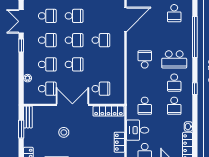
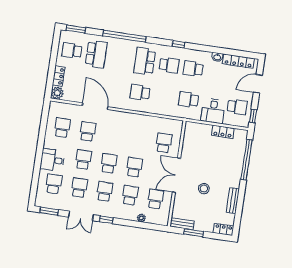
school desk: (174, 13) -> (96, 54), width x1.85
school desk: (101, 40) -> (88, 131), moved
school desk: (174, 59) -> (145, 61), turned 180
school desk: (145, 106) -> (189, 100), turned 180
school desk: (174, 106) -> (193, 69), turned 180
locker: (108, 111) -> (189, 138), removed

